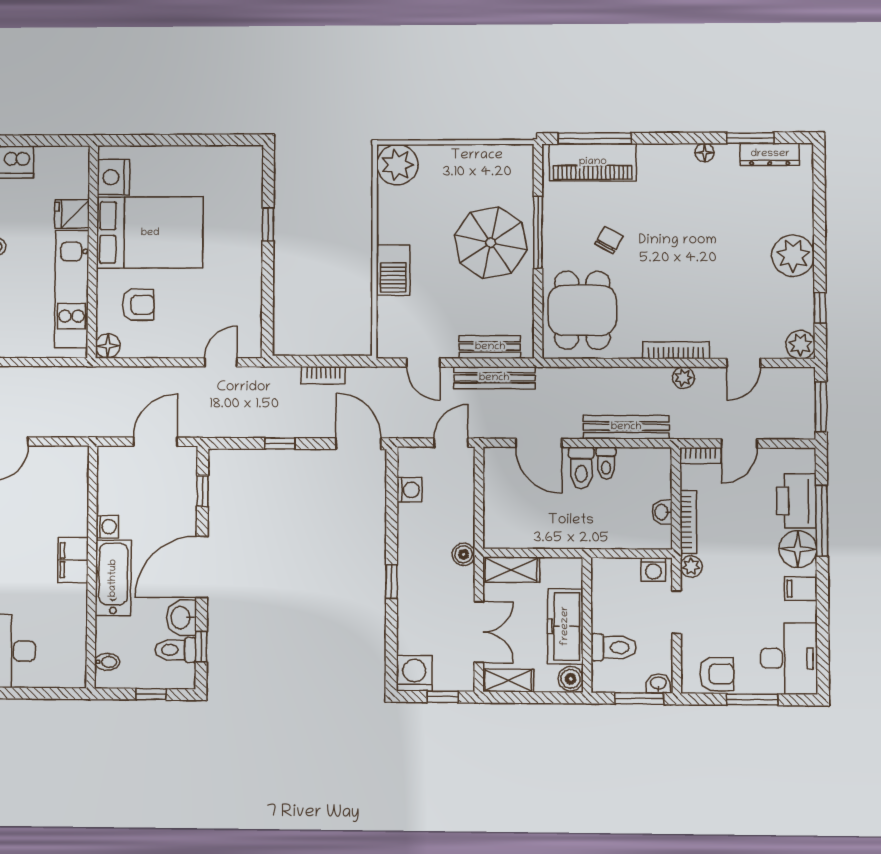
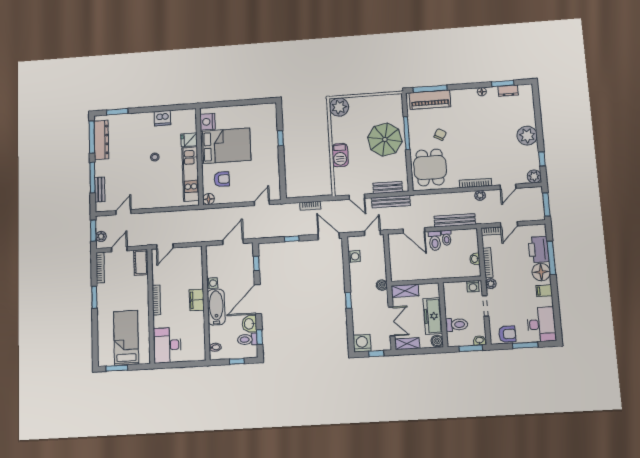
dresser: (770, 154) -> (508, 91), width x0.70

